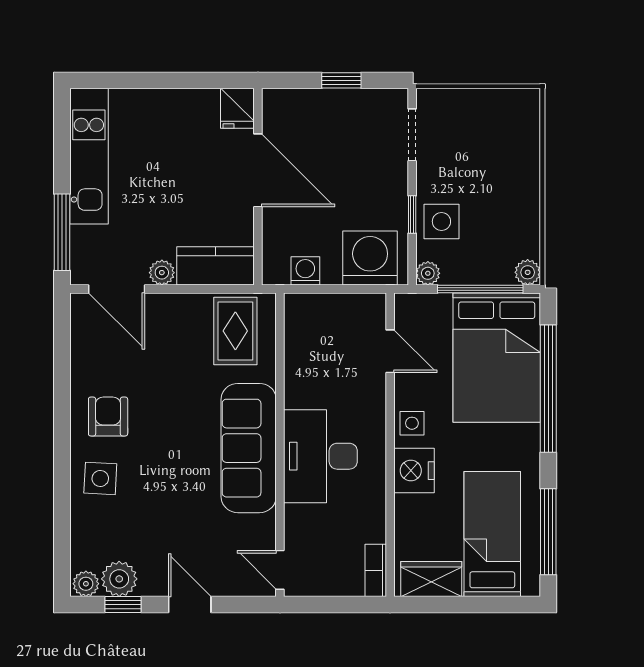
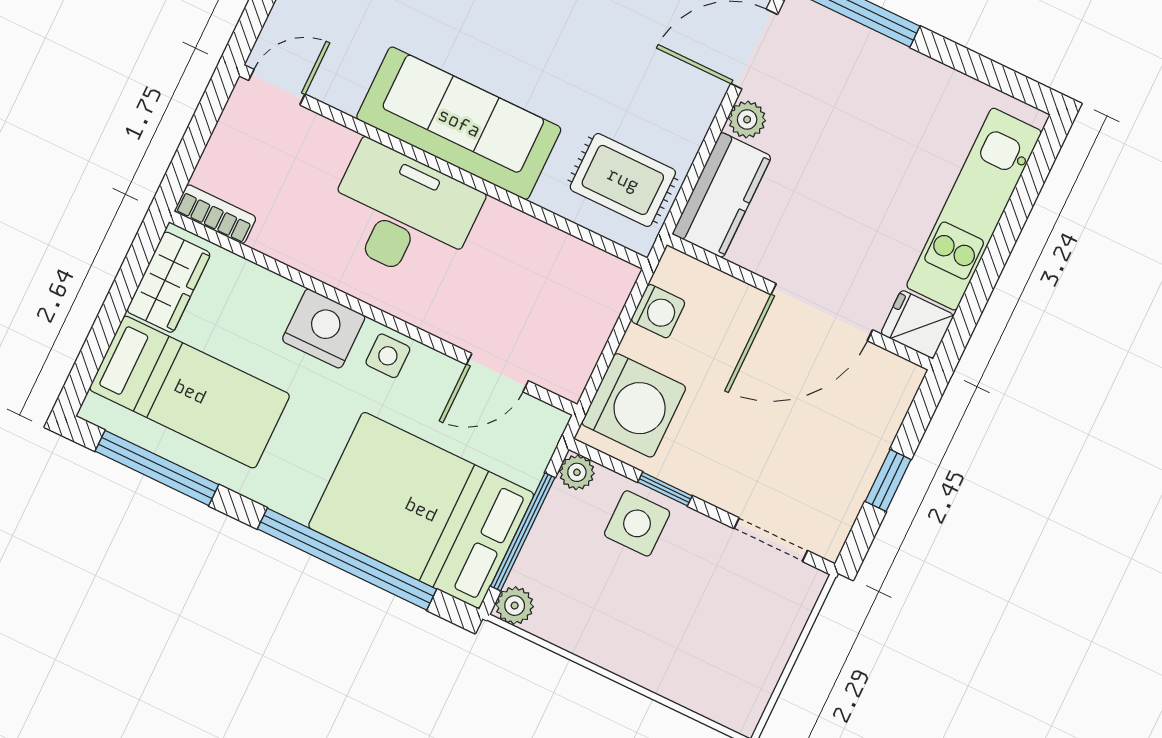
kitchen unit: (89, 156) -> (974, 209), moved, turned 90

